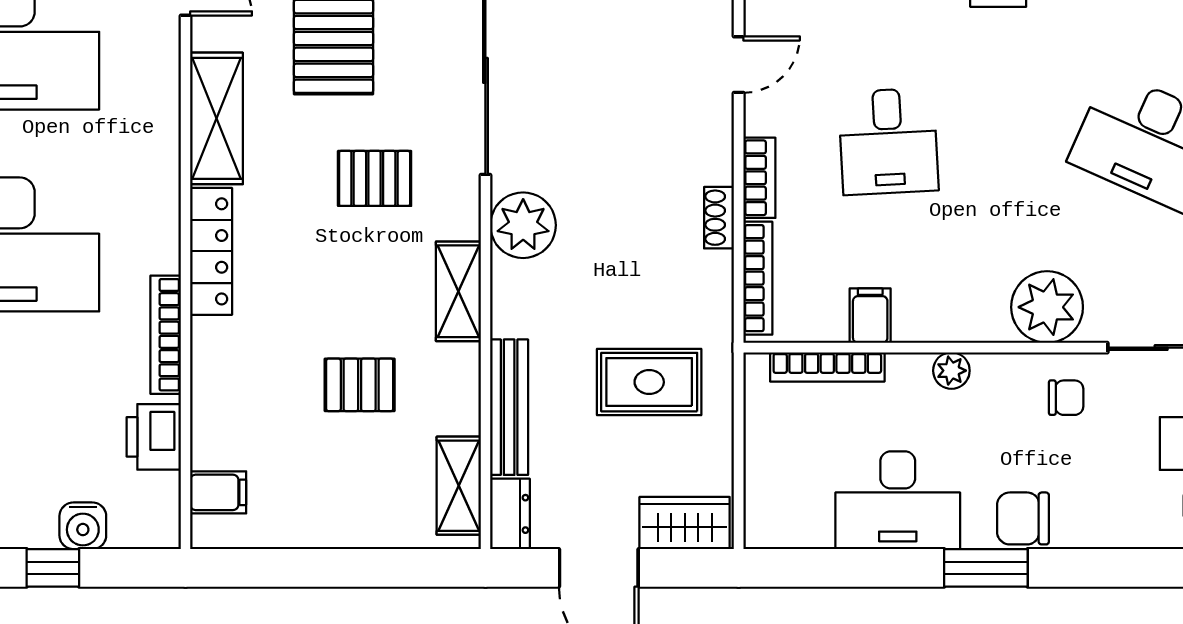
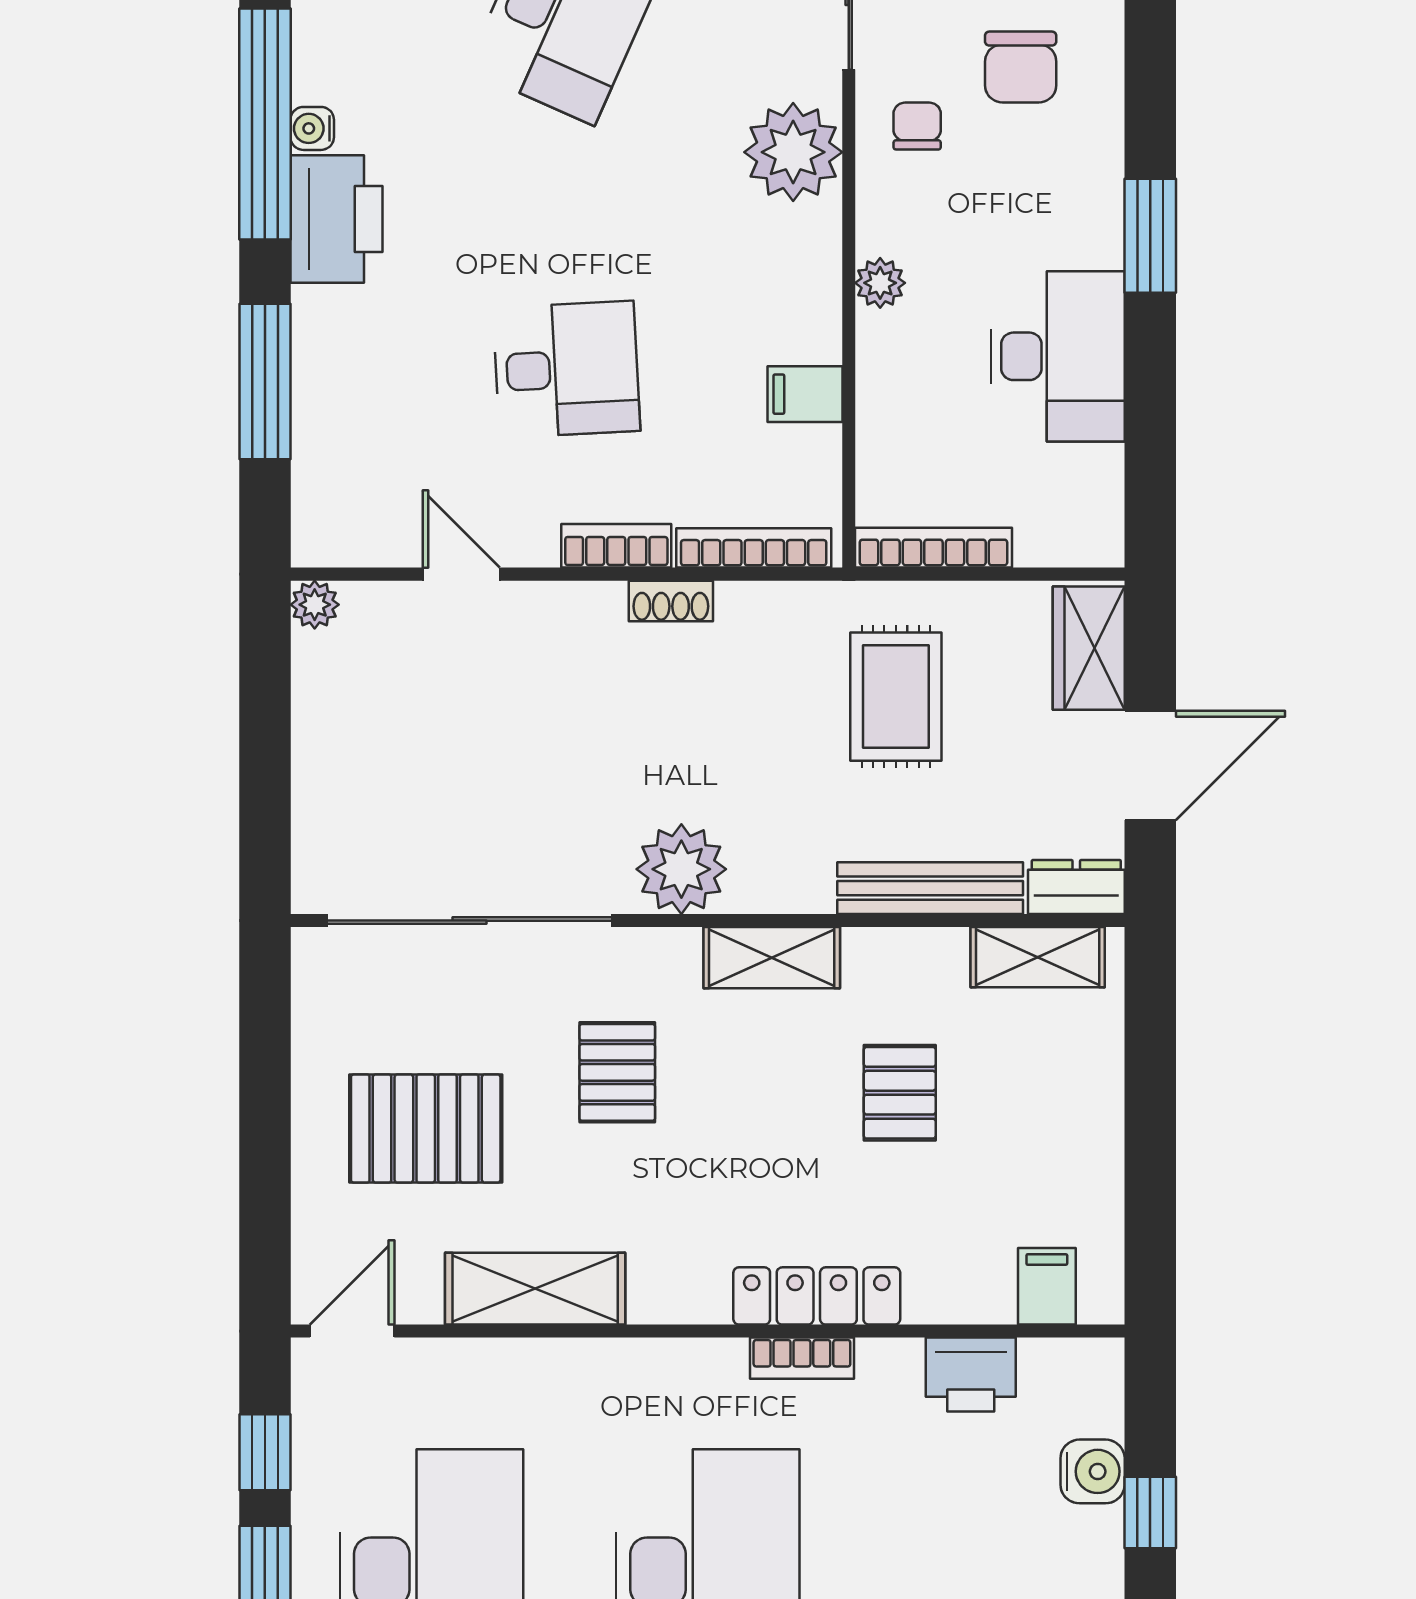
locker: (211, 251) -> (817, 1296), moved
bookcase: (166, 335) -> (802, 1358), width x0.64
bookcase: (827, 367) -> (933, 548), moved, turned -90
chair: (1023, 518) -> (1021, 67), moved

